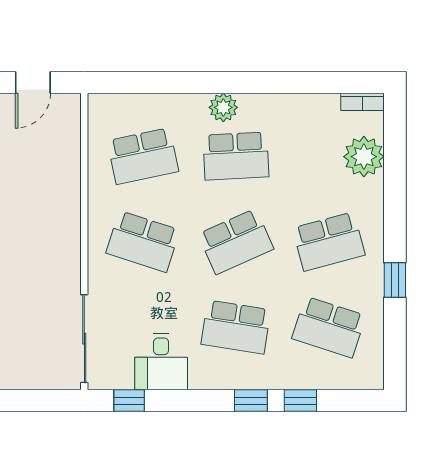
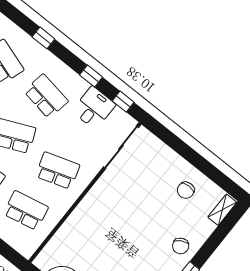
school desk: (143, 242) -> (58, 171), turned -36
window: (251, 401) -> (91, 76), moved

